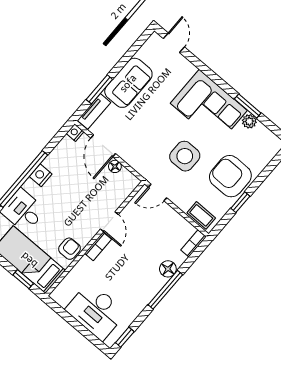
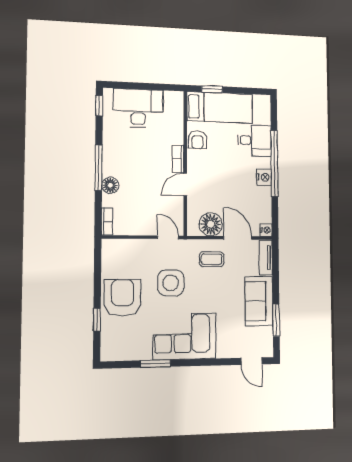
window: (99, 89) -> (276, 320), moved
plant: (249, 121) -> (144, 353), removed
floor lamp: (115, 166) -> (211, 224), width x1.89, depth x1.89
armchair: (230, 176) -> (122, 298), turned -90
door: (158, 192) -> (168, 237), hinge flipped
window: (240, 202) -> (97, 320), moved
coffee table: (201, 215) -> (212, 259), moved
door: (109, 222) -> (185, 185), hinge flipped

